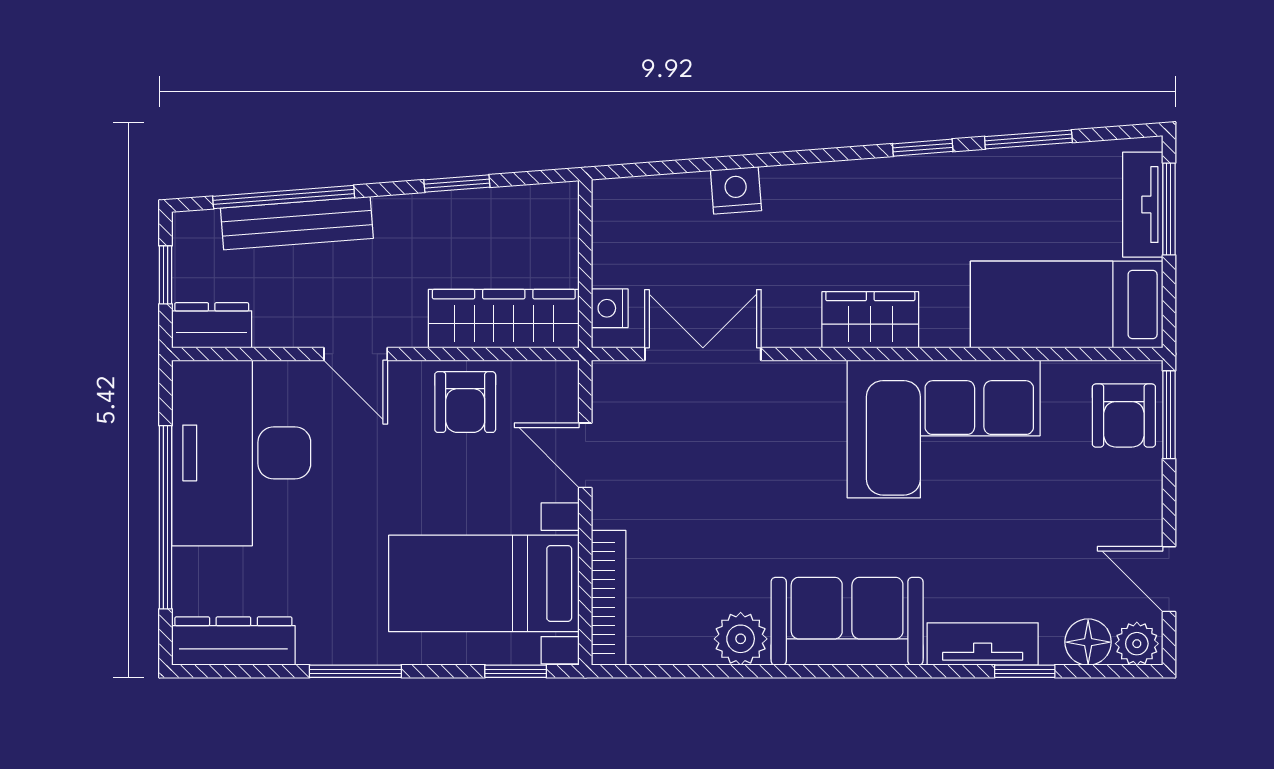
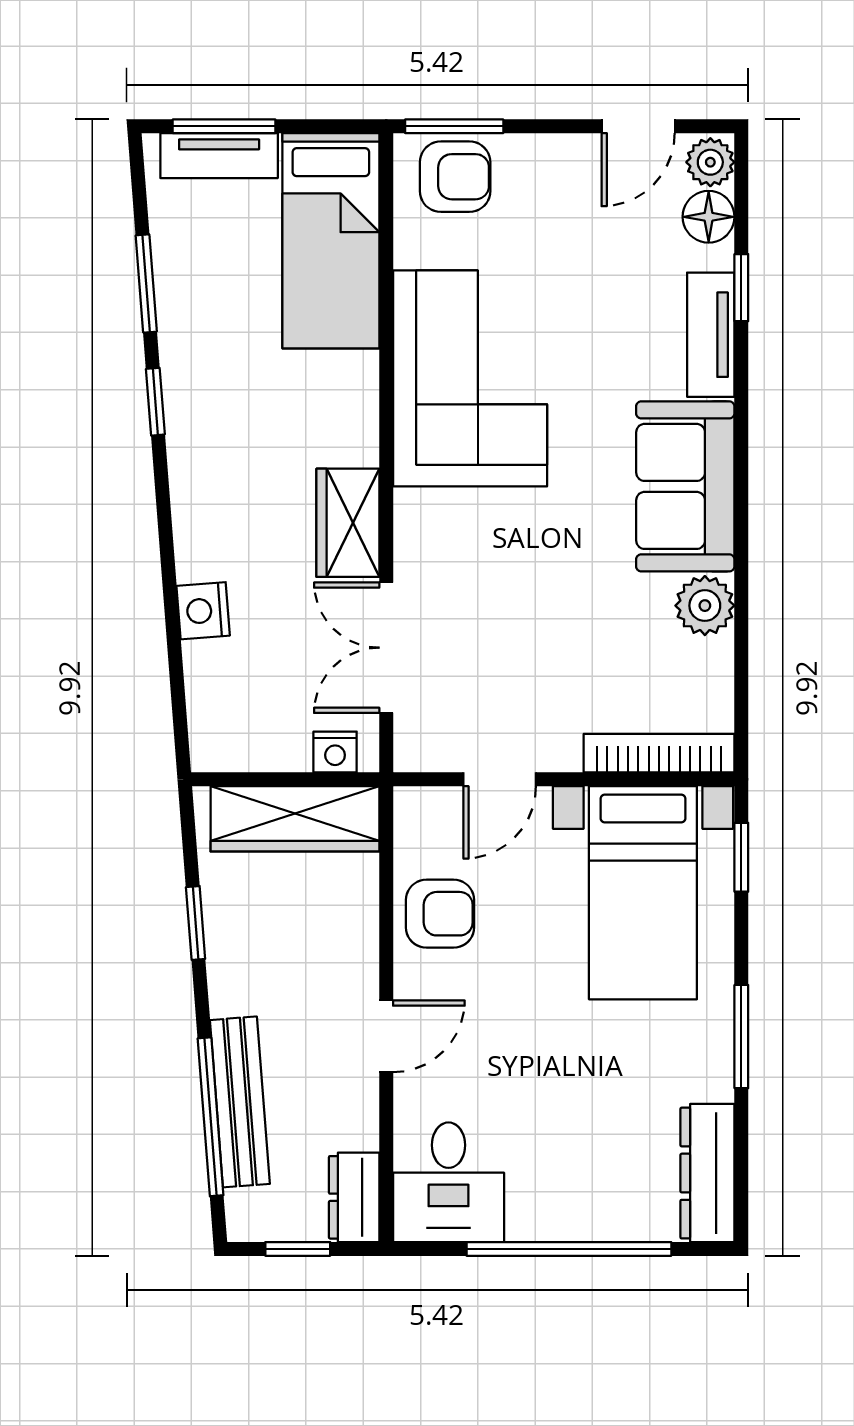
wardrobe: (504, 319) -> (295, 819), moved, turned -90
wardrobe: (870, 320) -> (348, 523), moved
desk: (241, 453) -> (449, 1182), width x0.53, depth x0.77

